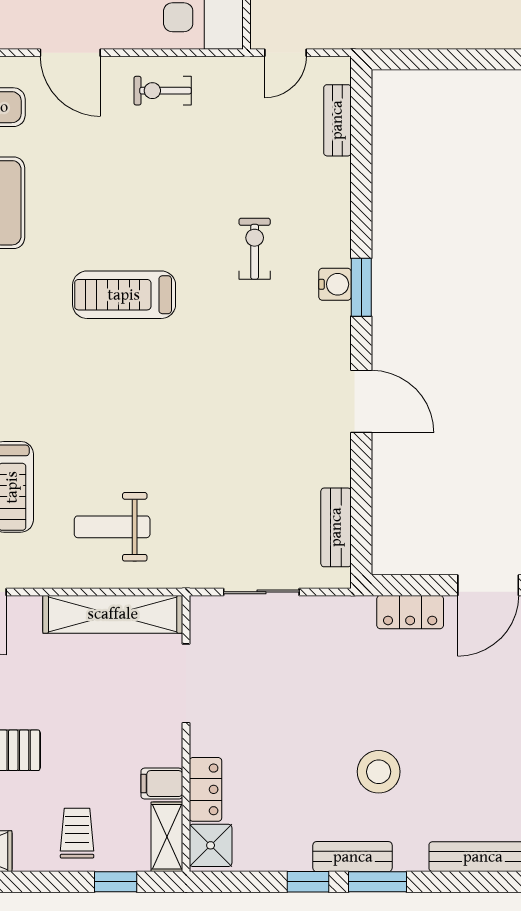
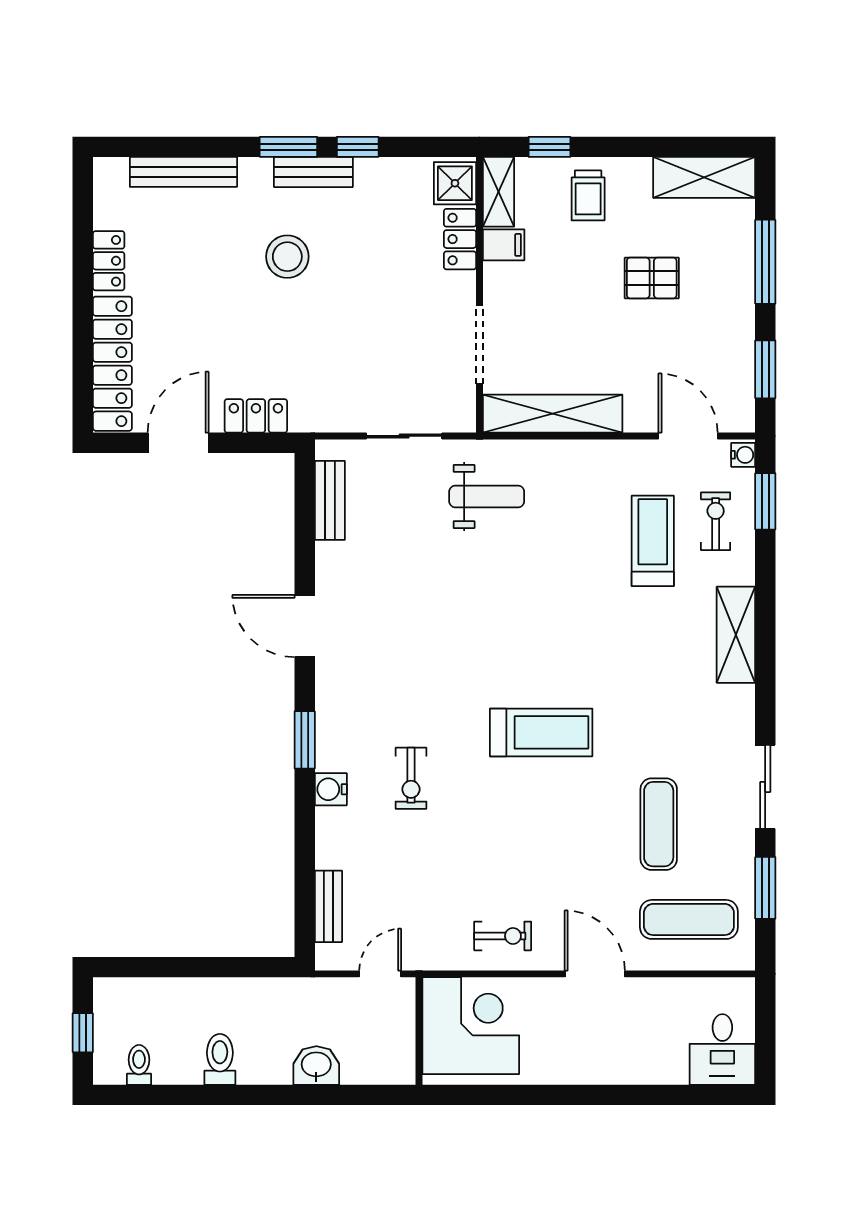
water cooler: (335, 284) -> (331, 789), moved
weight bench: (112, 527) -> (487, 496), moved

